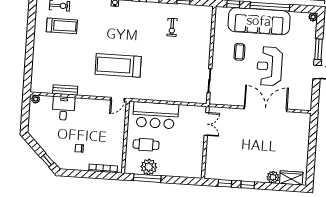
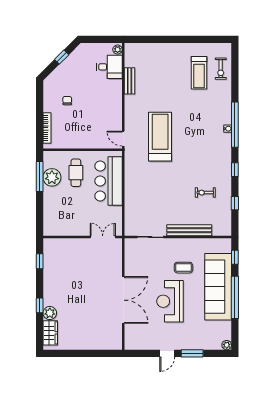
bench: (206, 44) -> (189, 230), added
reception desk: (269, 66) -> (170, 301), turned -90
desk: (64, 108) -> (109, 67), moved
double door: (207, 124) -> (103, 237), swing flipped
window: (47, 160) -> (62, 57), moved
window: (248, 185) -> (40, 305), moved

